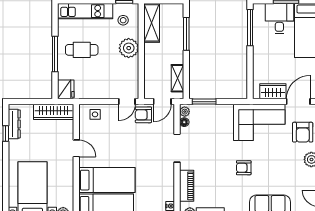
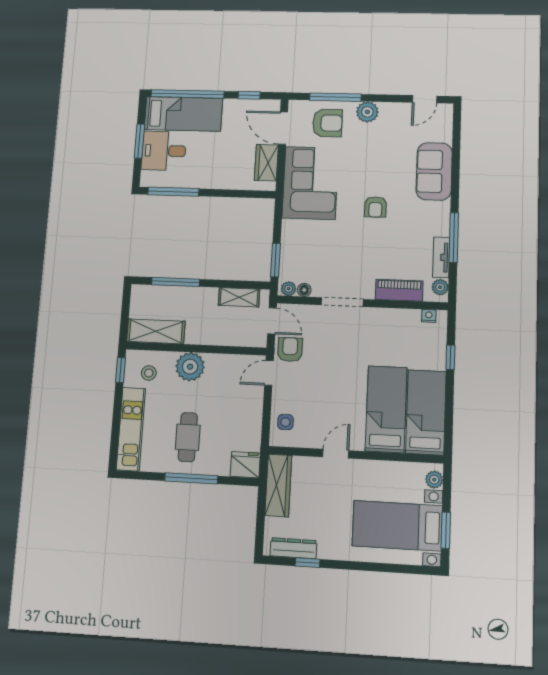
door: (127, 102) -> (269, 373), swing flipped
armchair: (143, 115) -> (290, 349), turned 180

